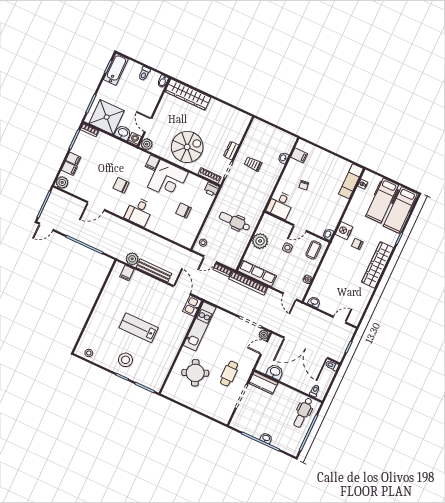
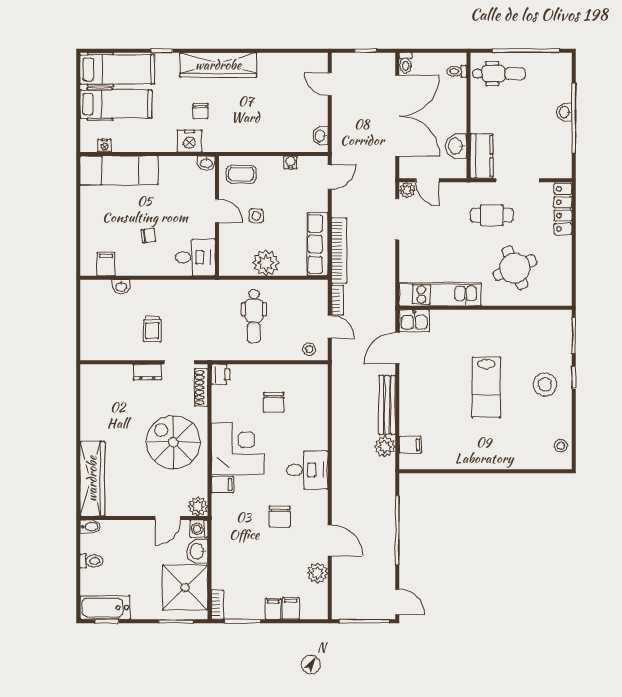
exam couch: (351, 181) -> (119, 170), width x1.36, depth x1.45
plant: (62, 182) -> (317, 573), moved
locker: (215, 413) -> (563, 209), added

